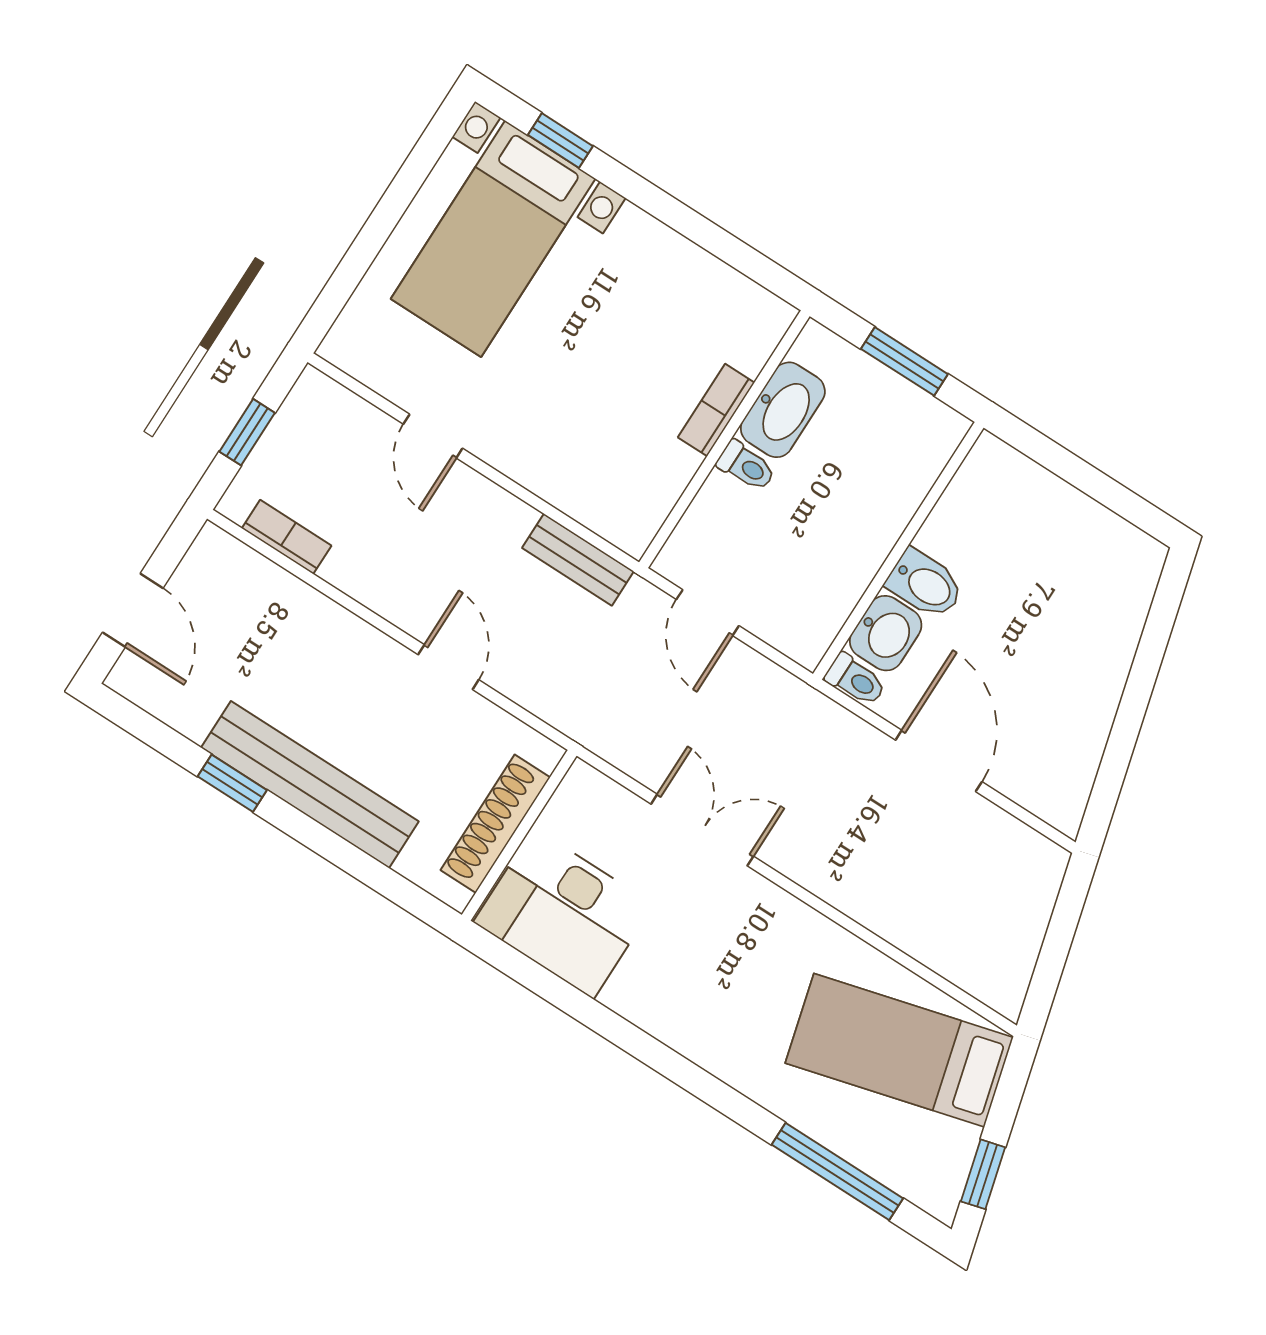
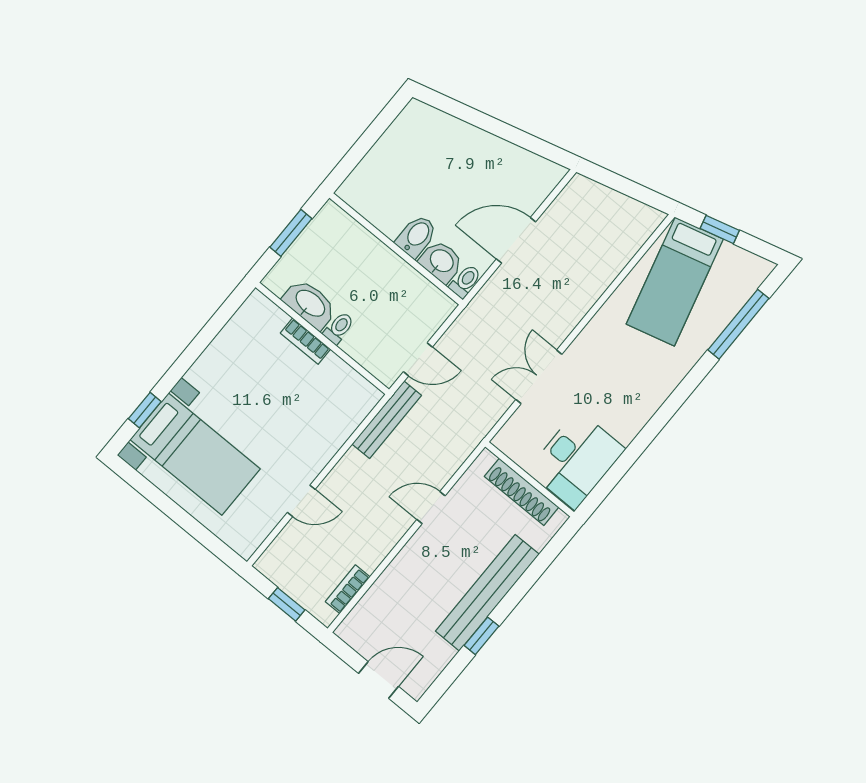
bench: (578, 560) -> (387, 420), width x1.36
window: (983, 1174) -> (720, 229), moved

